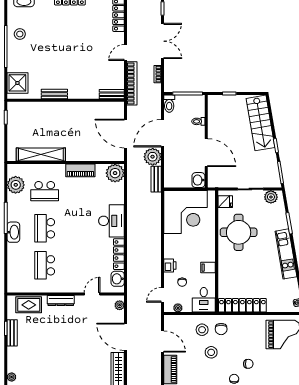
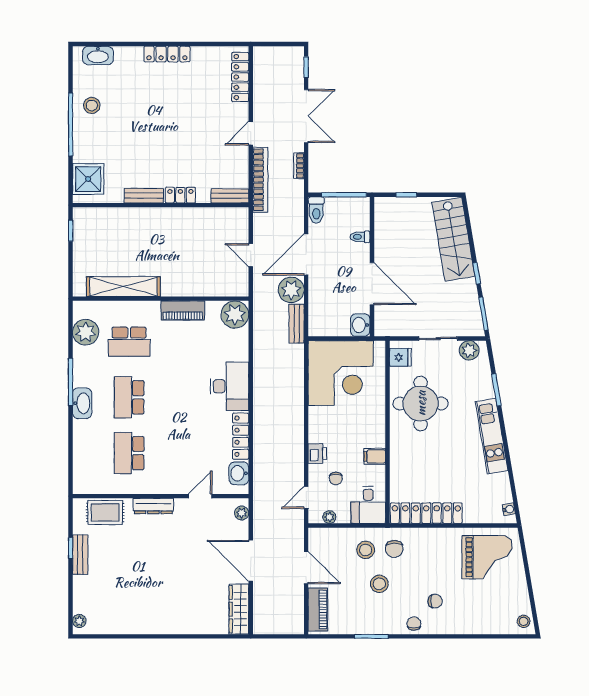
locker: (79, 94) -> (180, 195), added
door: (126, 134) -> (251, 255), width x0.53

